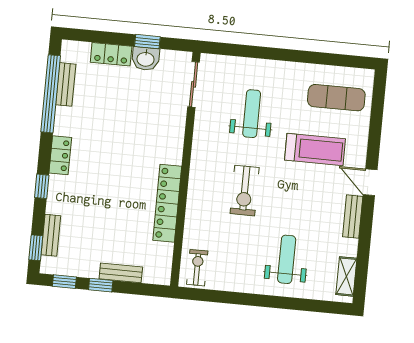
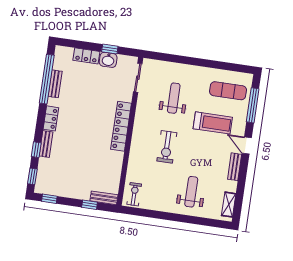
bench: (66, 84) -> (55, 84), moved
window: (376, 119) -> (253, 105), added
window: (42, 186) -> (36, 150), moved
locker: (167, 203) -> (121, 126), moved
bench: (51, 235) -> (46, 144), moved
bench: (121, 273) -> (104, 198), moved
window: (101, 285) -> (90, 205), moved

